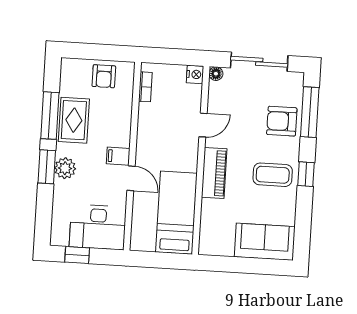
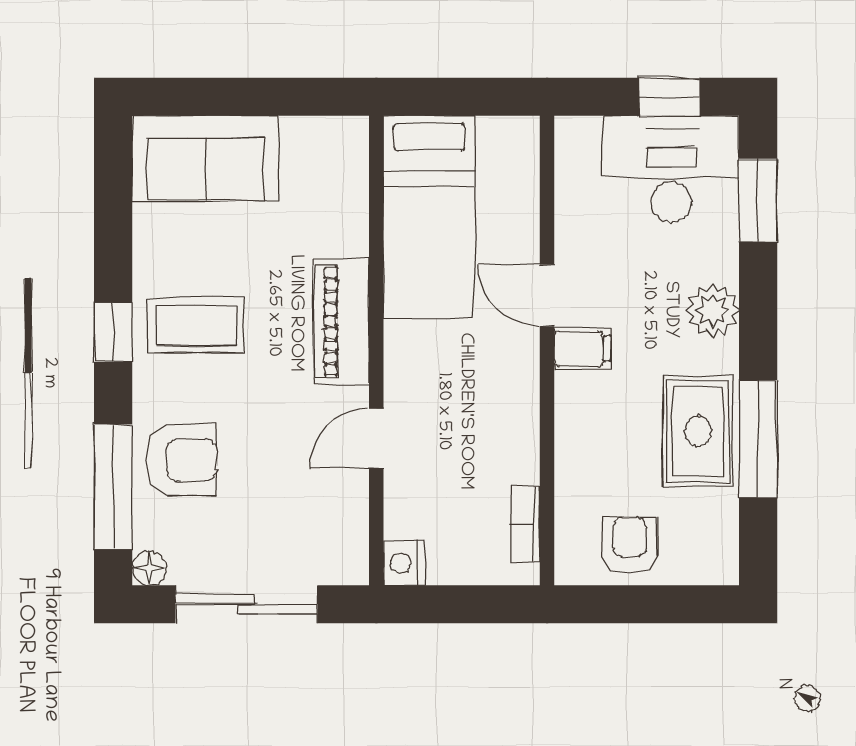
floor lamp: (216, 74) -> (149, 568), moved
window: (47, 167) -> (758, 200), moved
desk: (98, 227) -> (671, 169), moved

